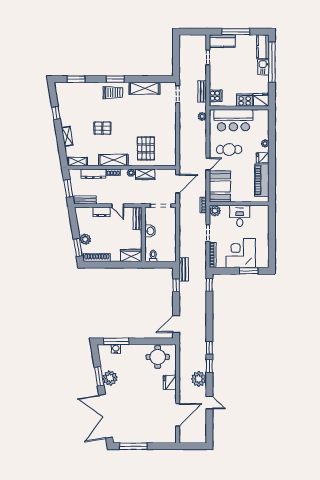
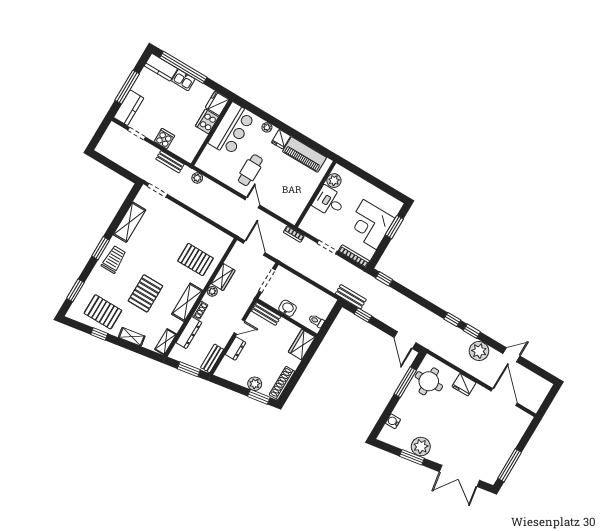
cooker: (216, 96) -> (164, 139), moved
pallet: (73, 107) -> (103, 312), added
bar counter: (233, 120) -> (232, 129), moved
pallet: (102, 128) -> (145, 293), width x1.50, depth x1.42
booth: (220, 186) -> (284, 204), removed
plant: (215, 211) -> (334, 181), moved
window: (116, 341) -> (405, 382), moved
double door: (106, 416) -> (459, 476), width x0.73

